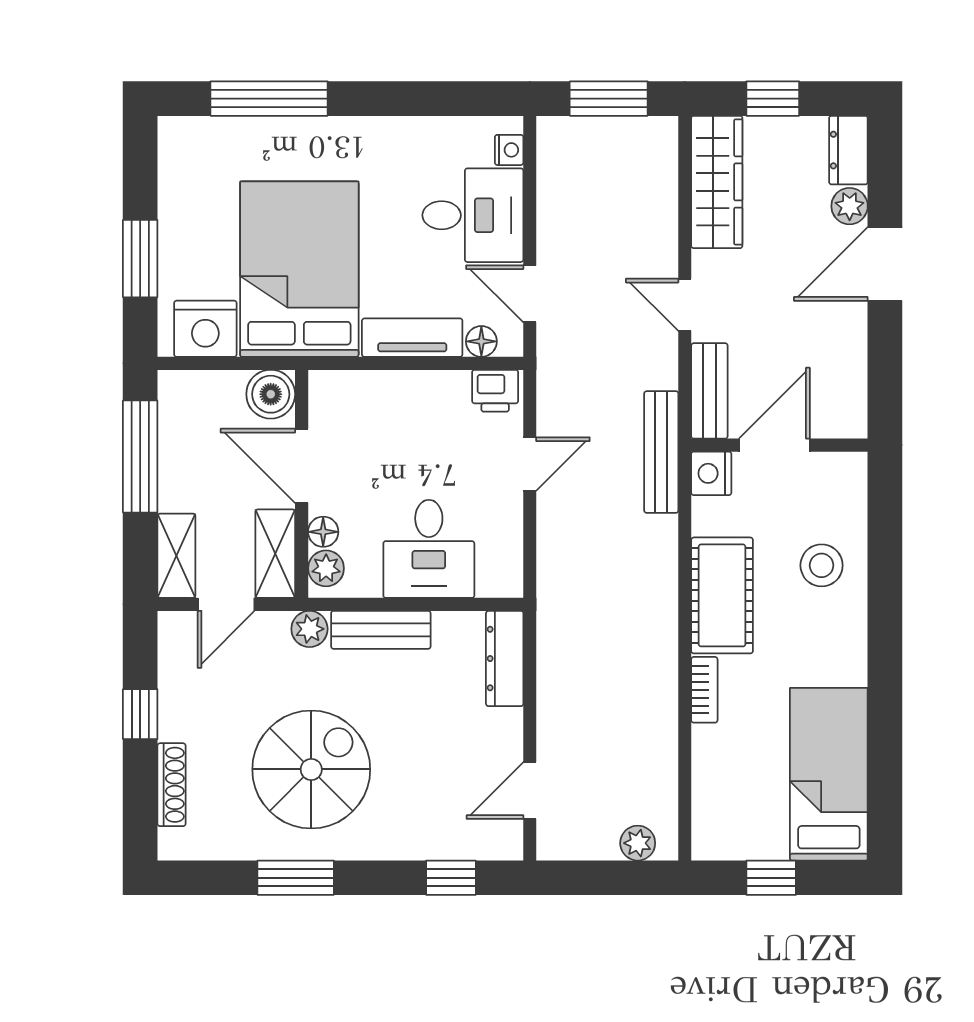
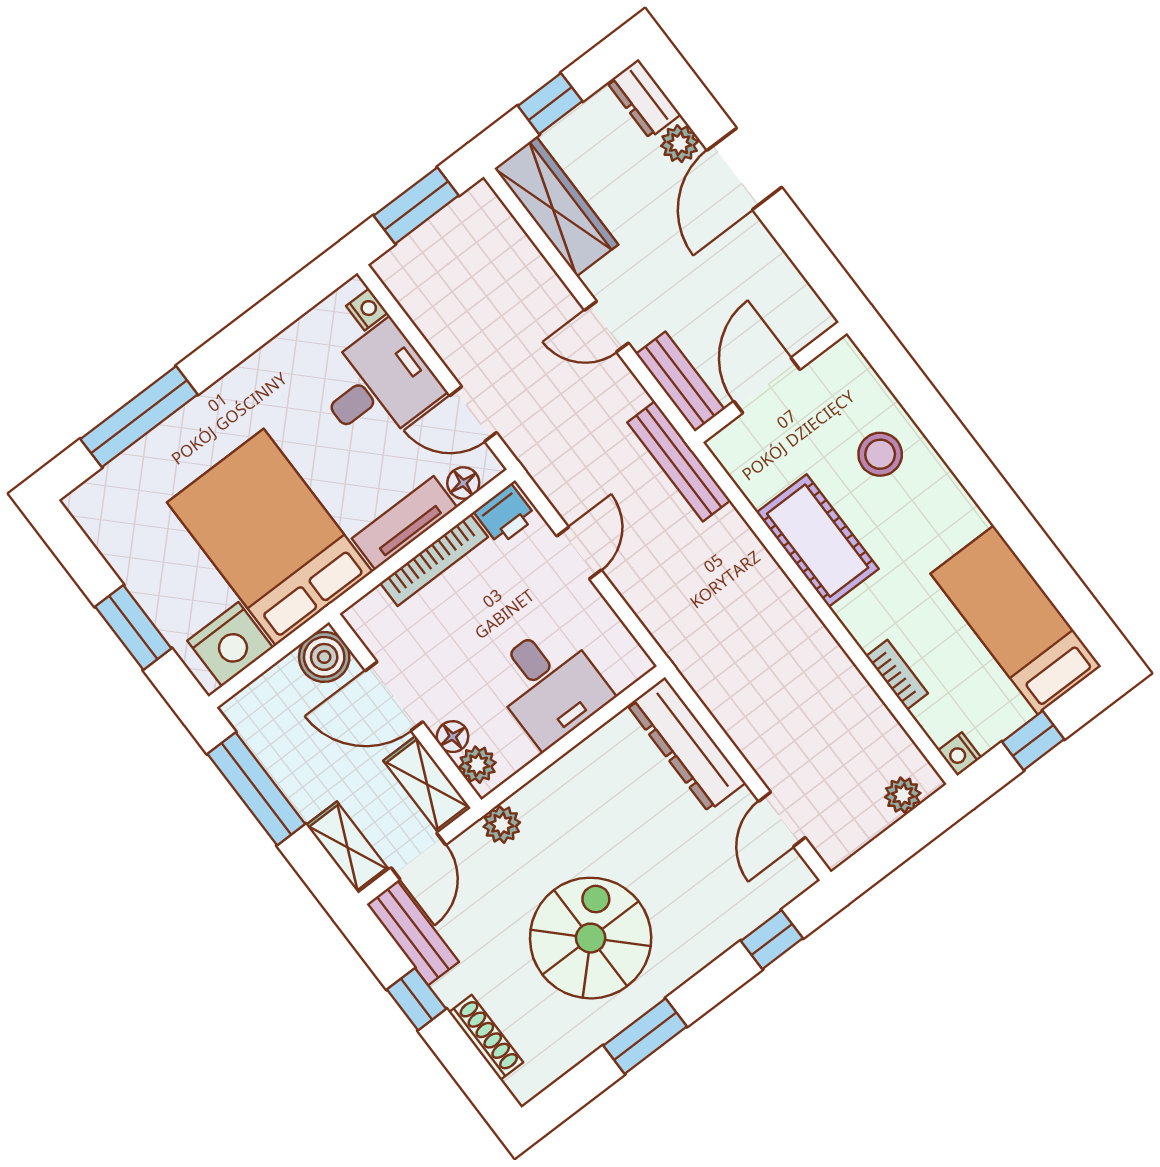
bookcase: (413, 384) -> (434, 560), added
nightstand: (711, 473) -> (960, 754), moved, width x0.72, depth x0.74
bench: (381, 630) -> (413, 933), moved, turned 90
dresser: (505, 659) -> (687, 744), width x1.37, depth x1.24
bookcase: (704, 690) -> (897, 675), moved

